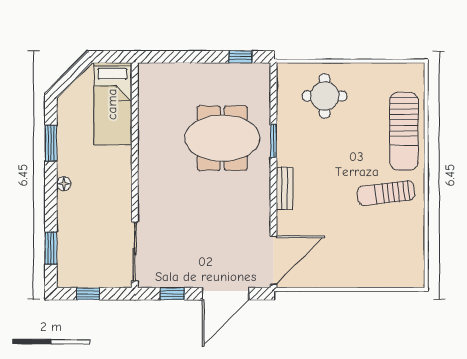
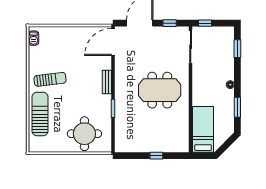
window: (241, 57) -> (156, 156), moved
round table: (325, 96) -> (84, 134), width x1.36, depth x1.36
meeting table: (222, 138) -> (160, 90), moved
barbecue: (416, 267) -> (34, 38), added
window: (88, 294) -> (205, 23), moved

